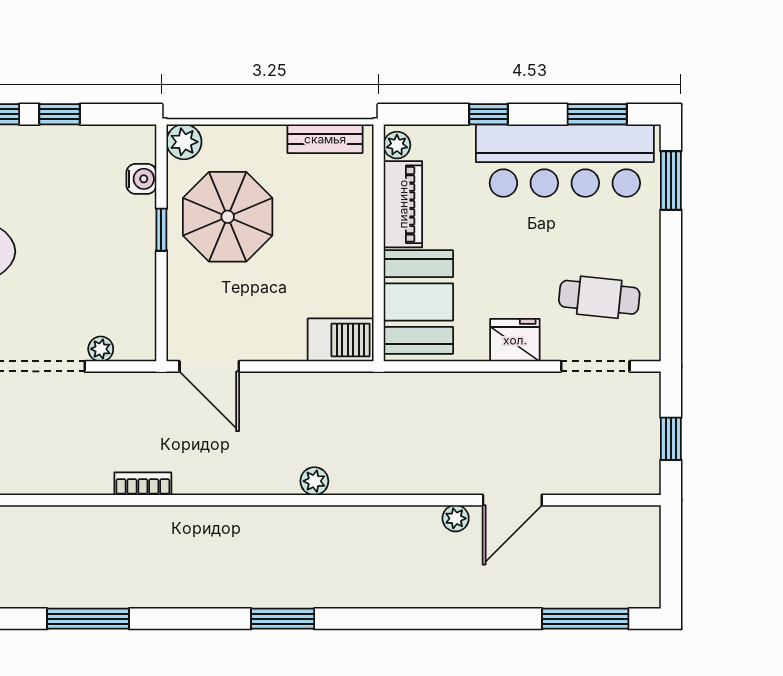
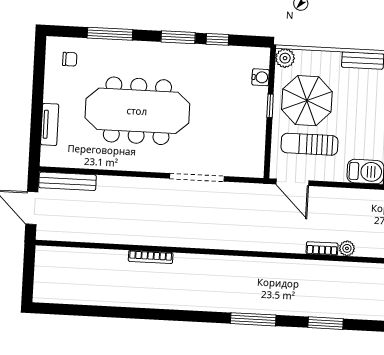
sun lounger: (237, 296) -> (310, 144), added
plant: (101, 349) -> (233, 170), removed
bookcase: (143, 484) -> (322, 249), moved
window: (88, 619) -> (253, 319), moved

